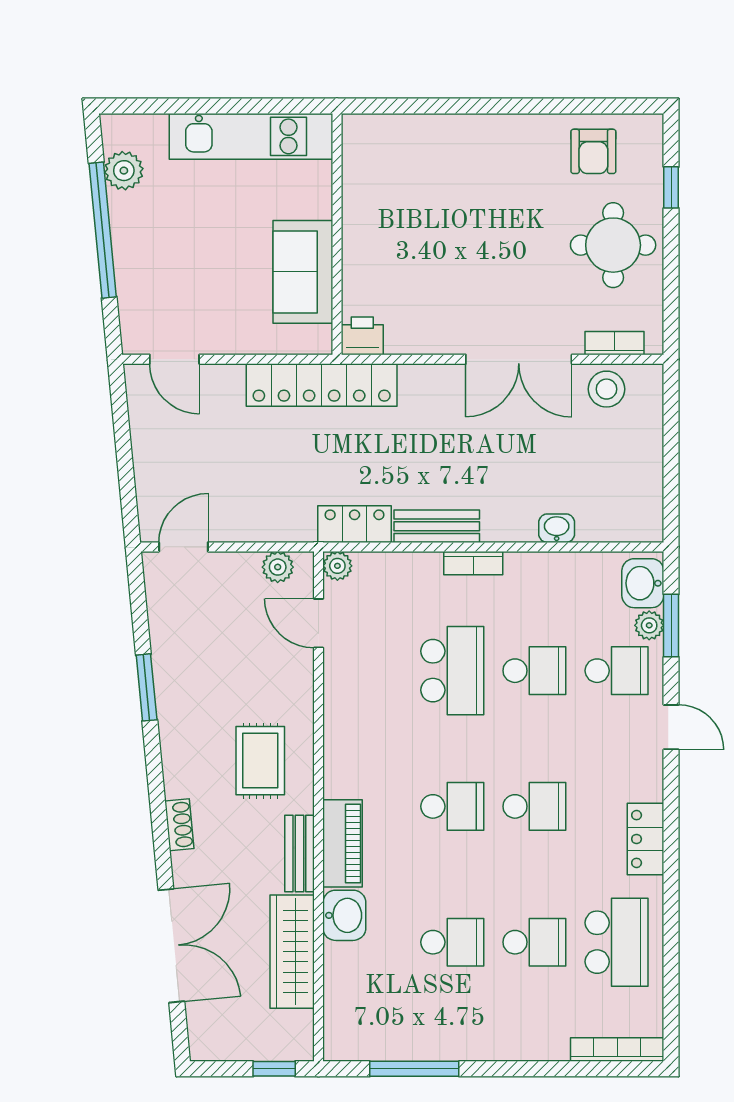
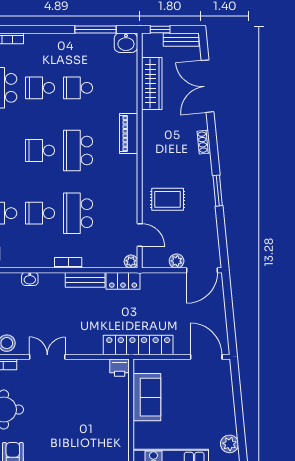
window: (103, 230) -> (239, 416), removed
door: (174, 359) -> (206, 357), width x1.38
double door: (519, 359) -> (47, 357), width x0.73
door: (183, 547) -> (202, 270), width x1.38
plant: (278, 567) -> (177, 261), moved
window: (147, 687) -> (218, 191), moved
rug: (260, 761) -> (168, 199), moved, turned 90
school desk: (452, 806) -> (78, 151), width x1.85
bench: (299, 854) -> (181, 40), moved, turned 90
washbasin: (344, 915) -> (126, 43), moved, turned -90

